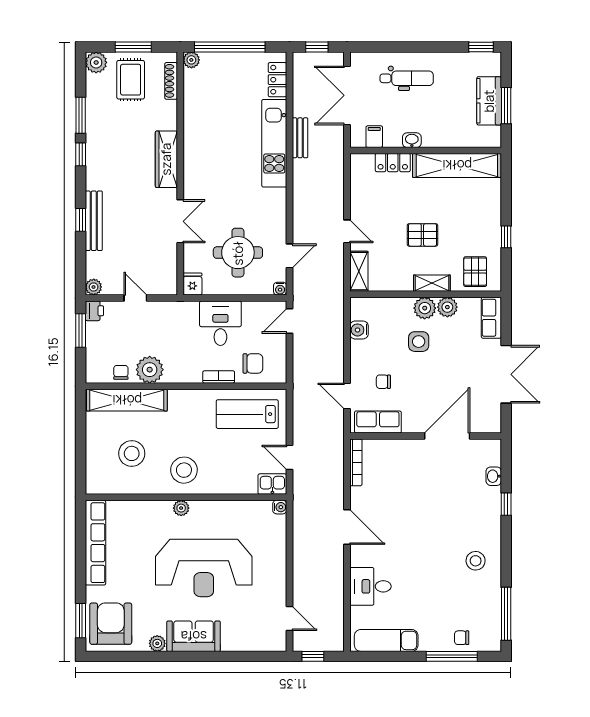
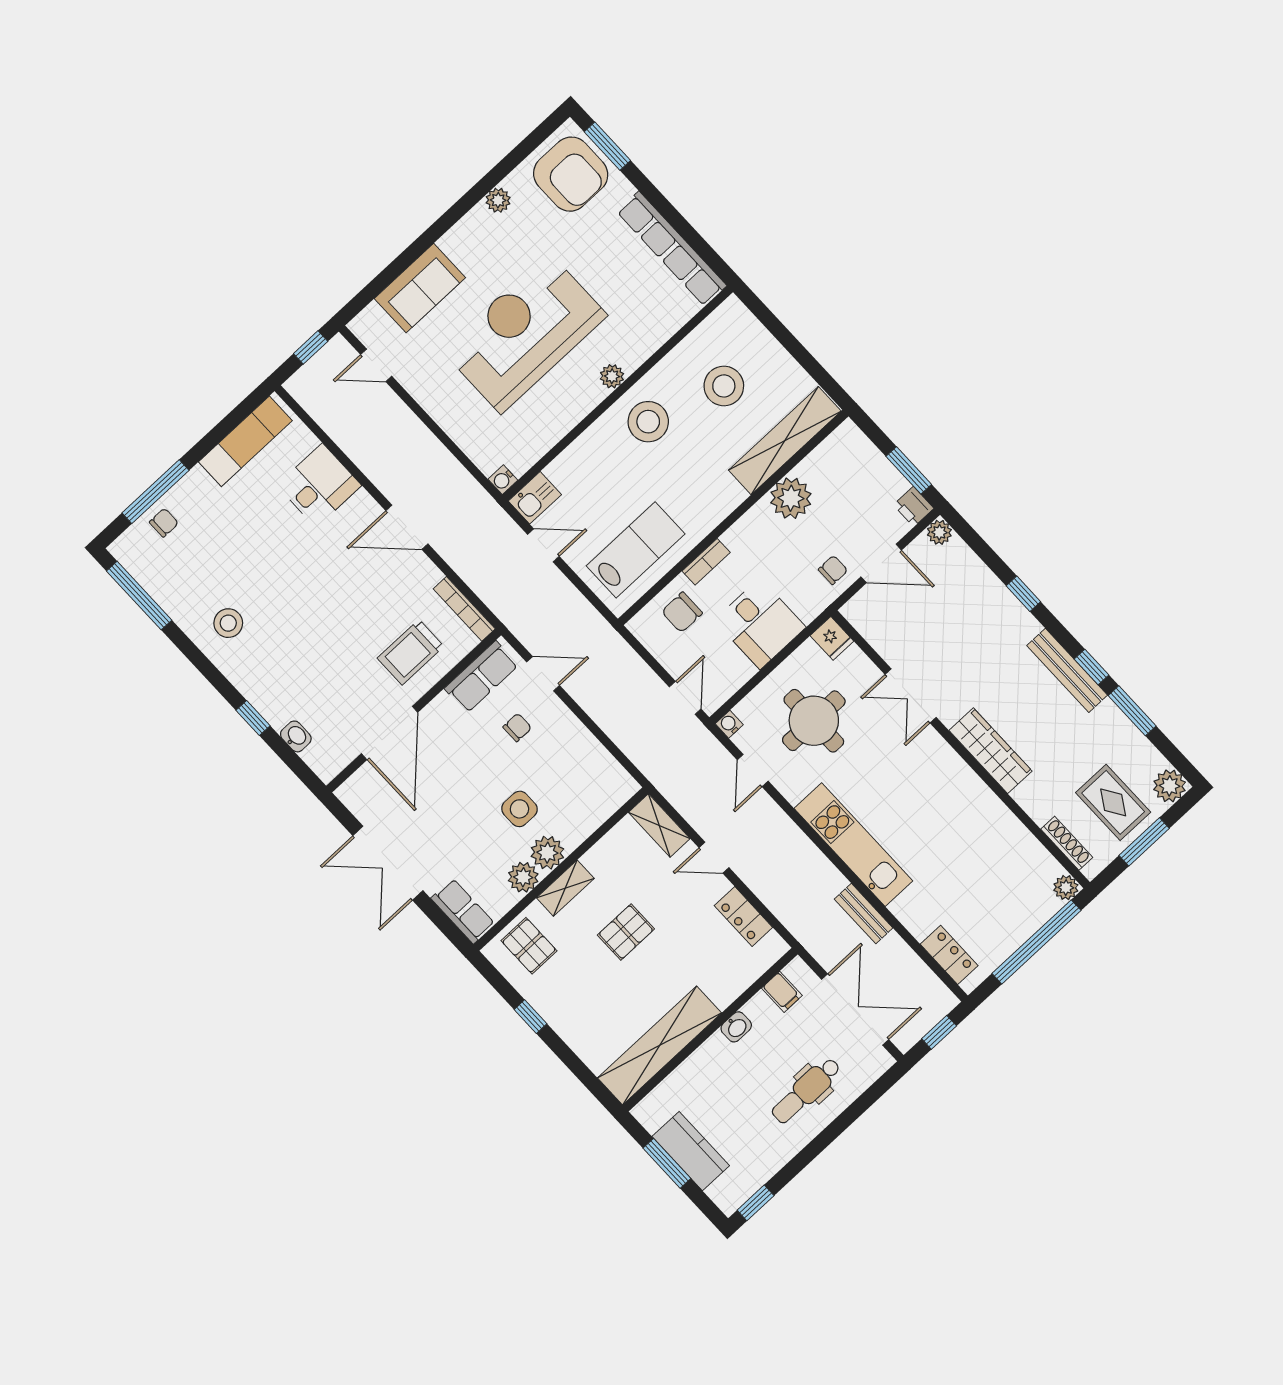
kitchen unit: (274, 143) -> (853, 845), moved
locker: (393, 163) -> (743, 917), moved, turned -90
bench: (94, 221) -> (1067, 670), moved
door: (135, 298) -> (881, 563), width x1.37
water cooler: (359, 330) -> (598, 760), removed
chair: (121, 372) -> (833, 570), moved, turned -90
trolley: (401, 465) -> (411, 652), added
sofa: (194, 636) -> (420, 288), moved

